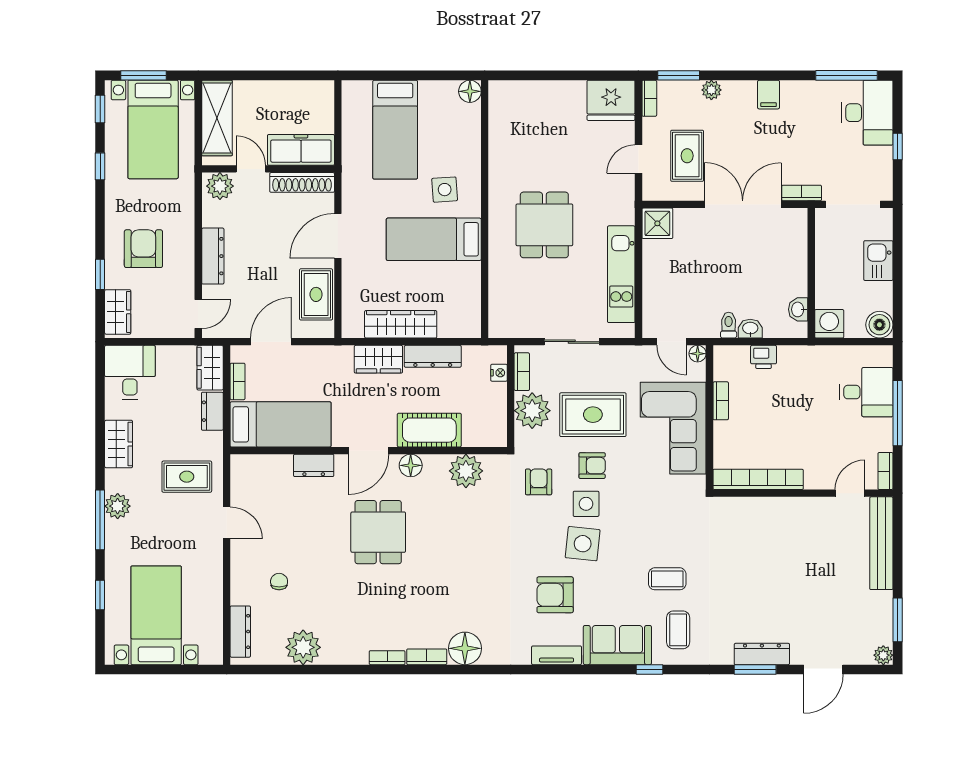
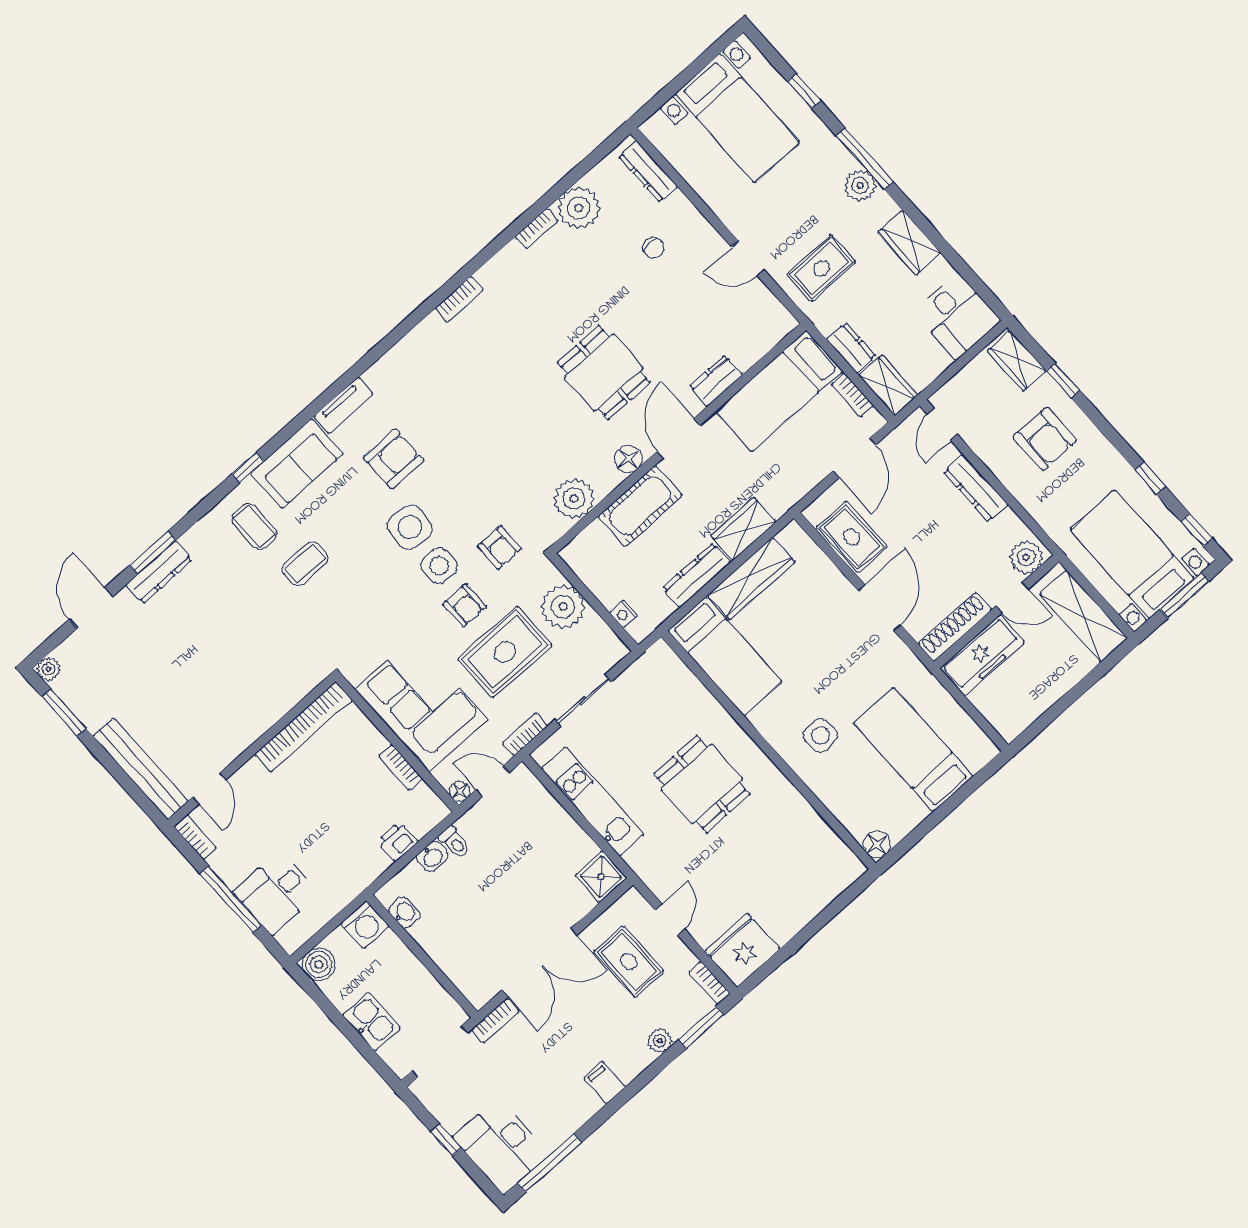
bed: (434, 239) -> (725, 656), moved, turned 90
bookcase: (522, 372) -> (525, 734), moved, turned 90
armchair: (592, 466) -> (464, 605), turned -90
floor lamp: (465, 648) -> (432, 338), removed
bookcase: (387, 658) -> (537, 229), moved

